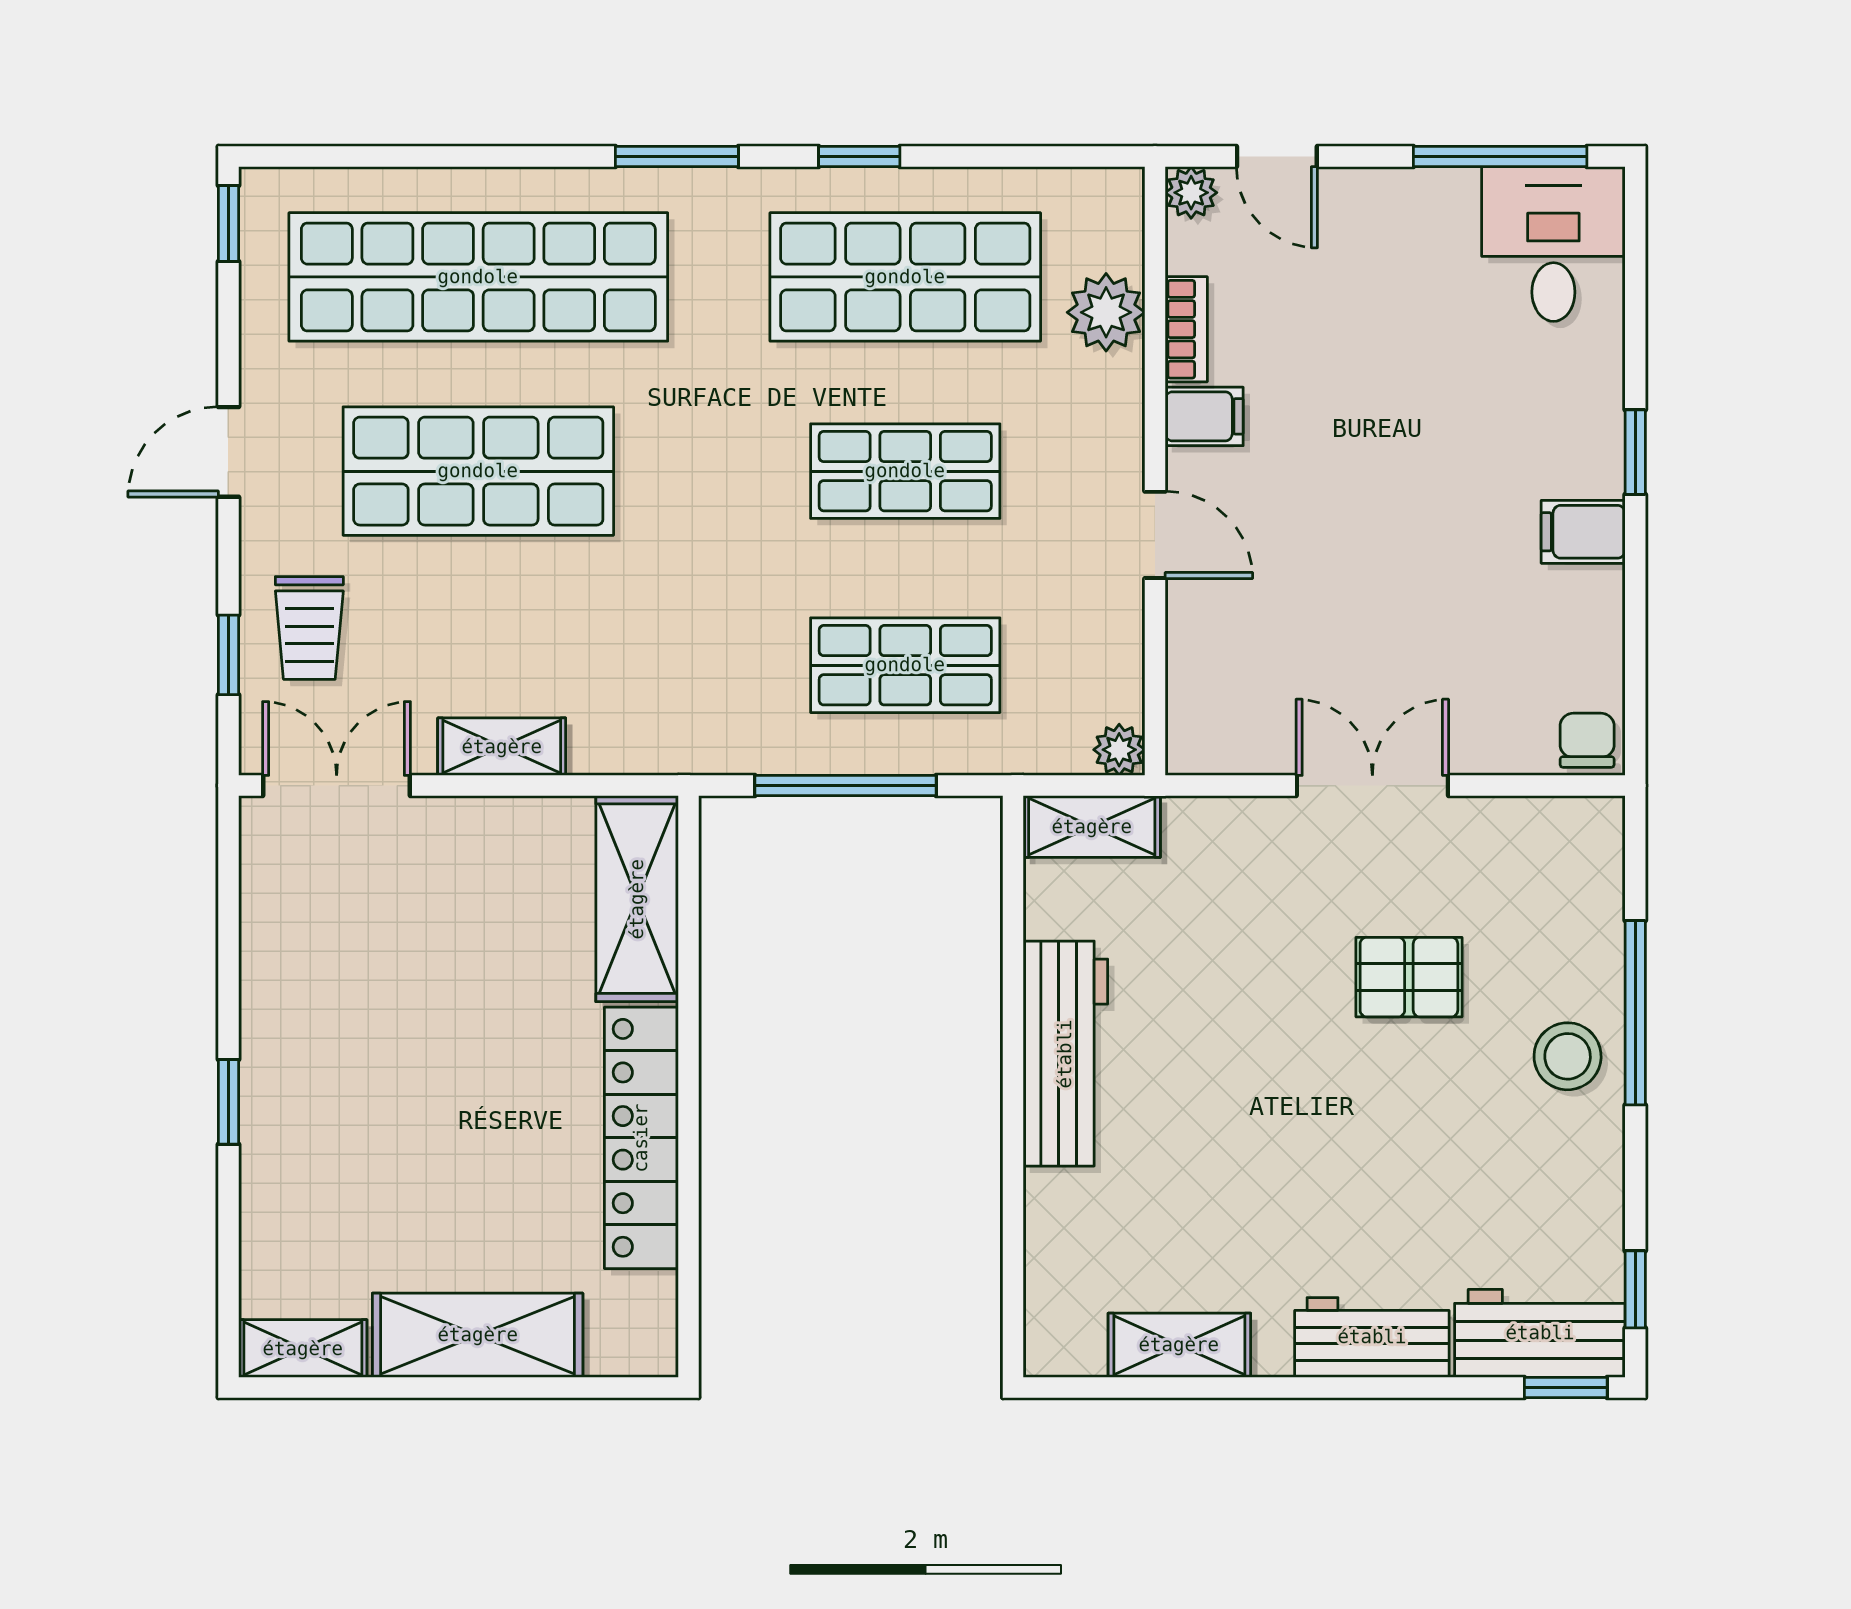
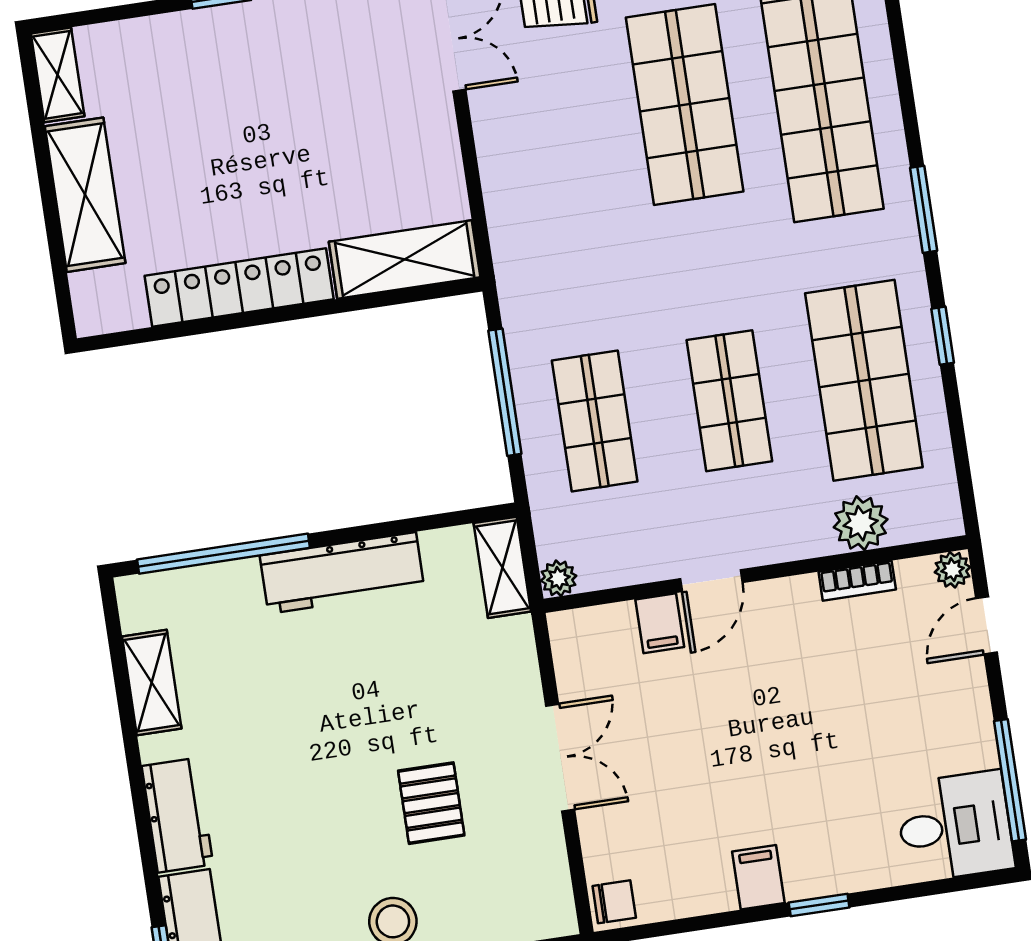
filing cabinet: (1204, 416) -> (660, 623), moved
shelving: (502, 747) -> (496, 150), removed
window: (1013, 1217) -> (223, 554), added

